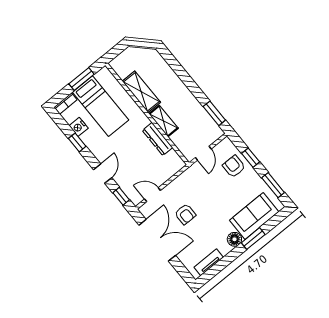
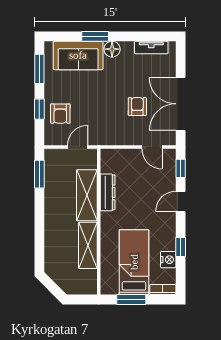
shelving: (163, 121) -> (87, 195), width x1.50, depth x1.33

